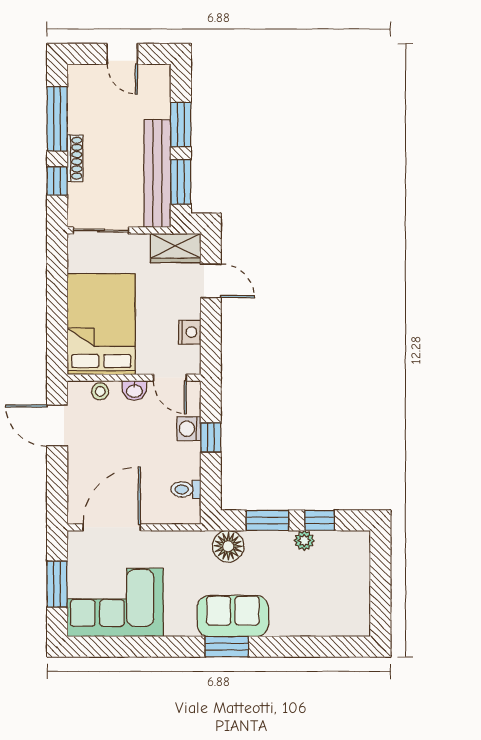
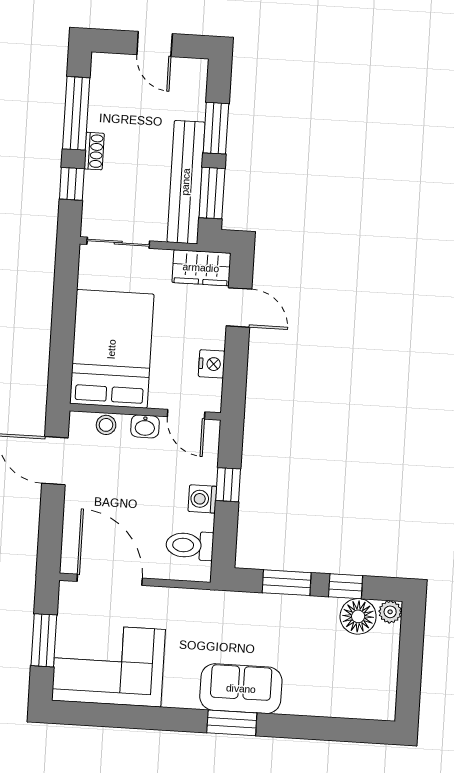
shoe rack: (75, 158) -> (94, 151), width x0.70
washing machine: (189, 429) -> (202, 499), moved
toilet: (186, 489) -> (190, 545), width x1.37, depth x1.39
door: (112, 527) -> (110, 580), hinge flipped
plant: (304, 540) -> (390, 612), moved
floor lamp: (228, 546) -> (358, 616), moved

